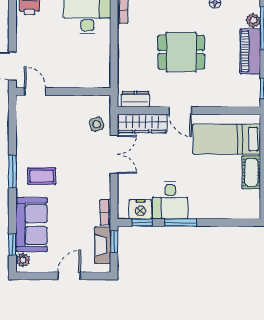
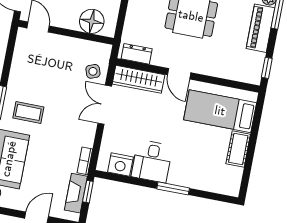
floor lamp: (86, 76) -> (92, 21), added
double door: (114, 154) -> (105, 105), swing flipped
window: (142, 223) -> (119, 178), removed
window: (181, 223) -> (173, 188), moved

